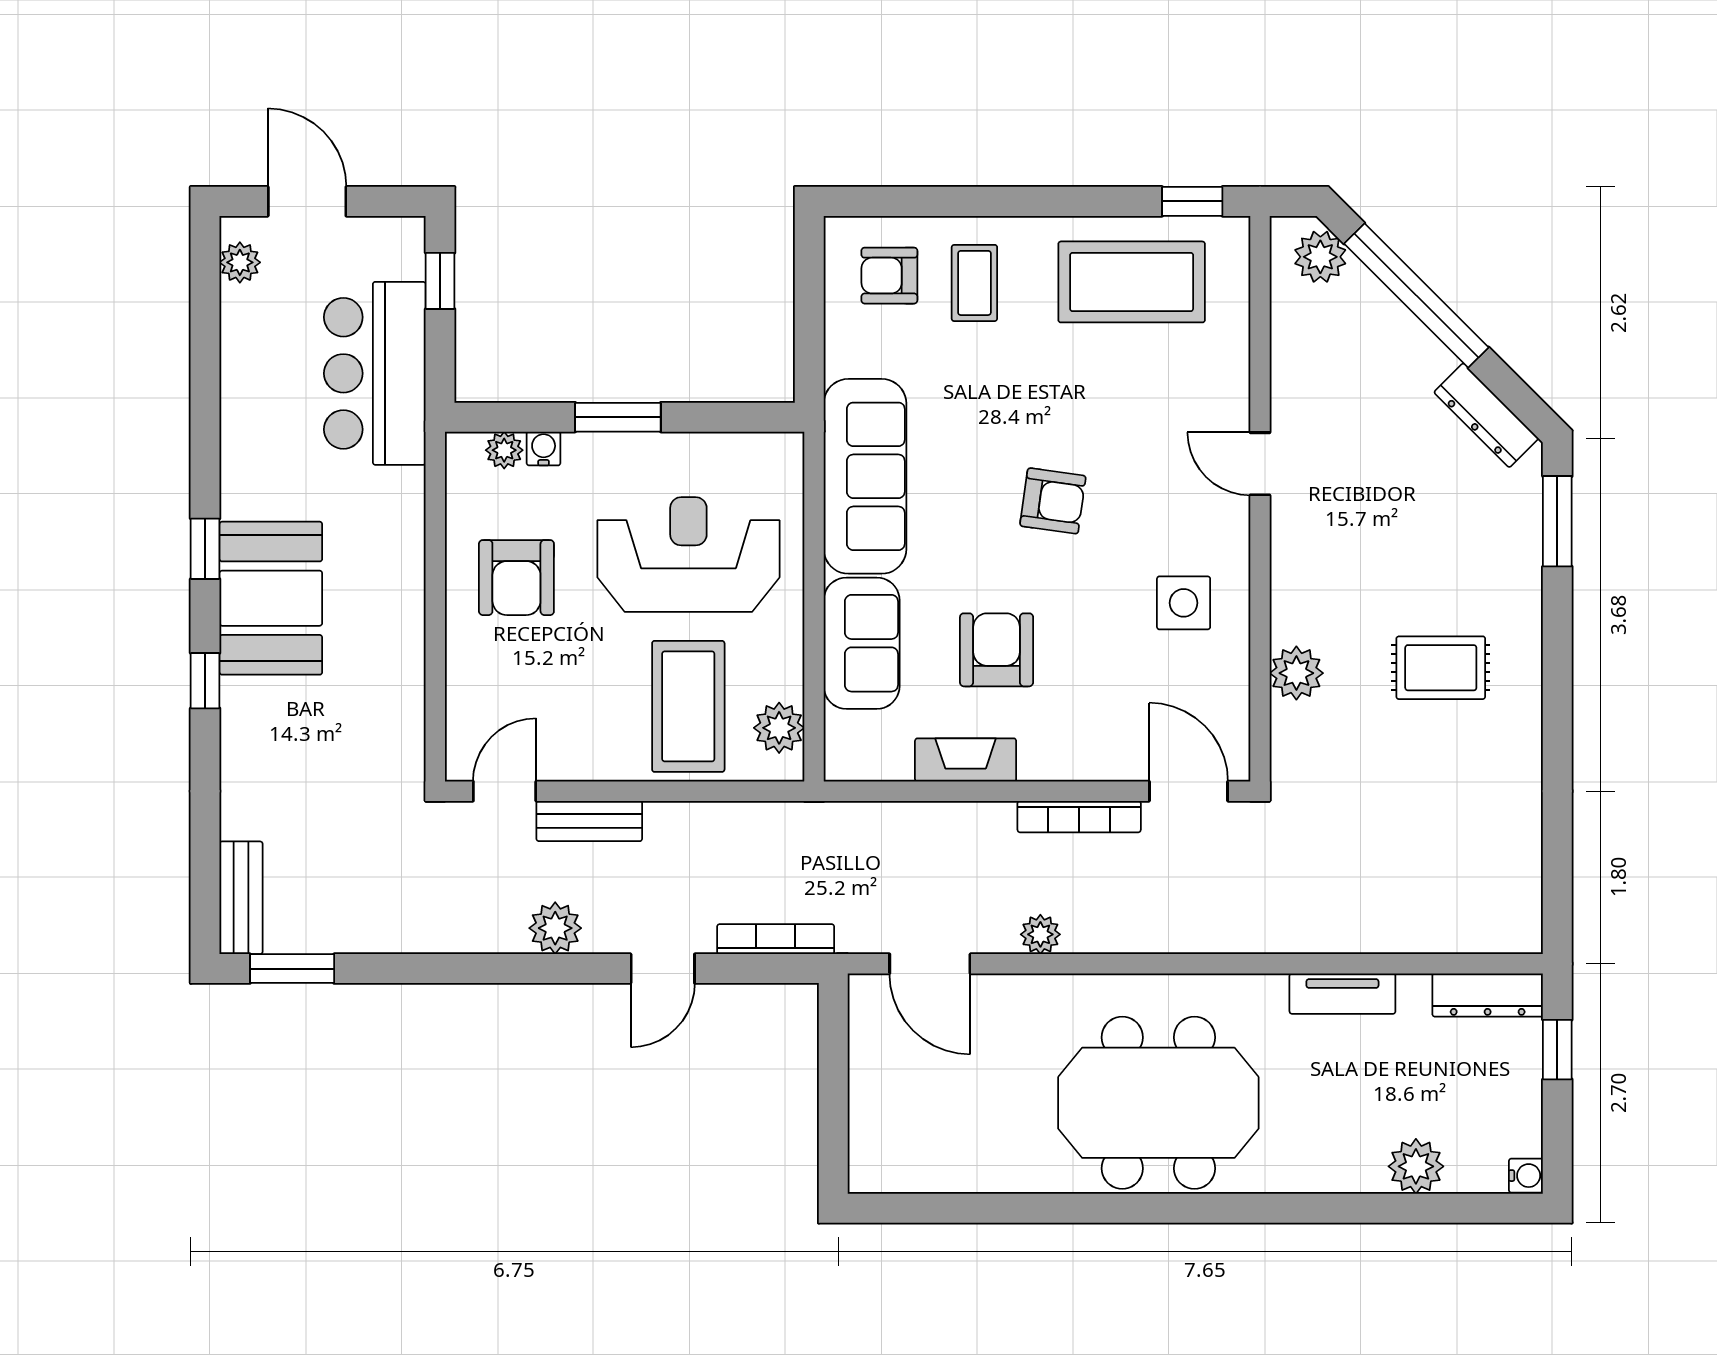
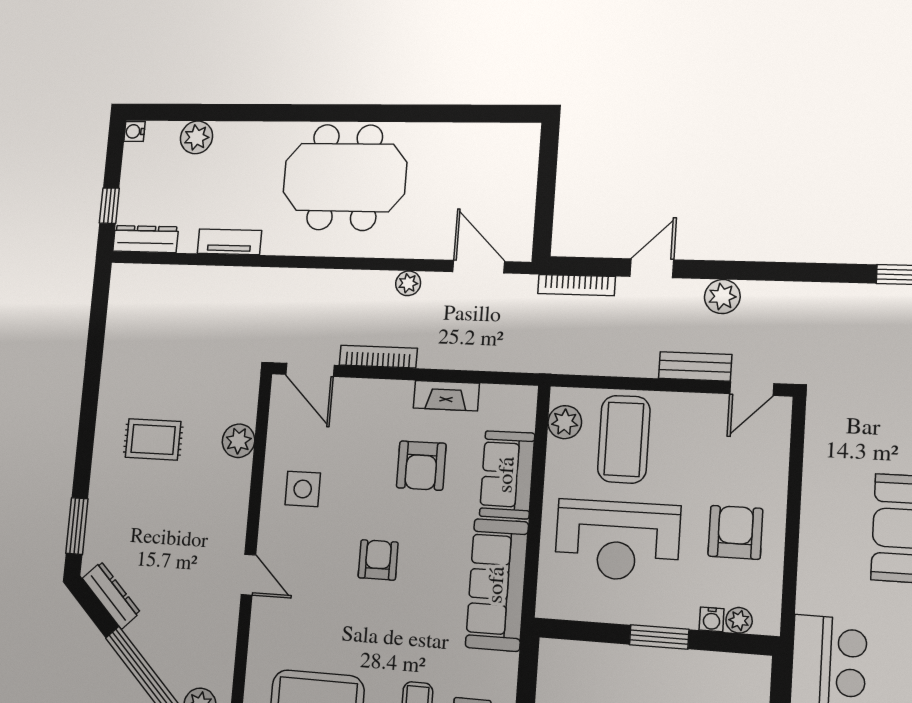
armchair: (1053, 501) -> (378, 560), turned 82

